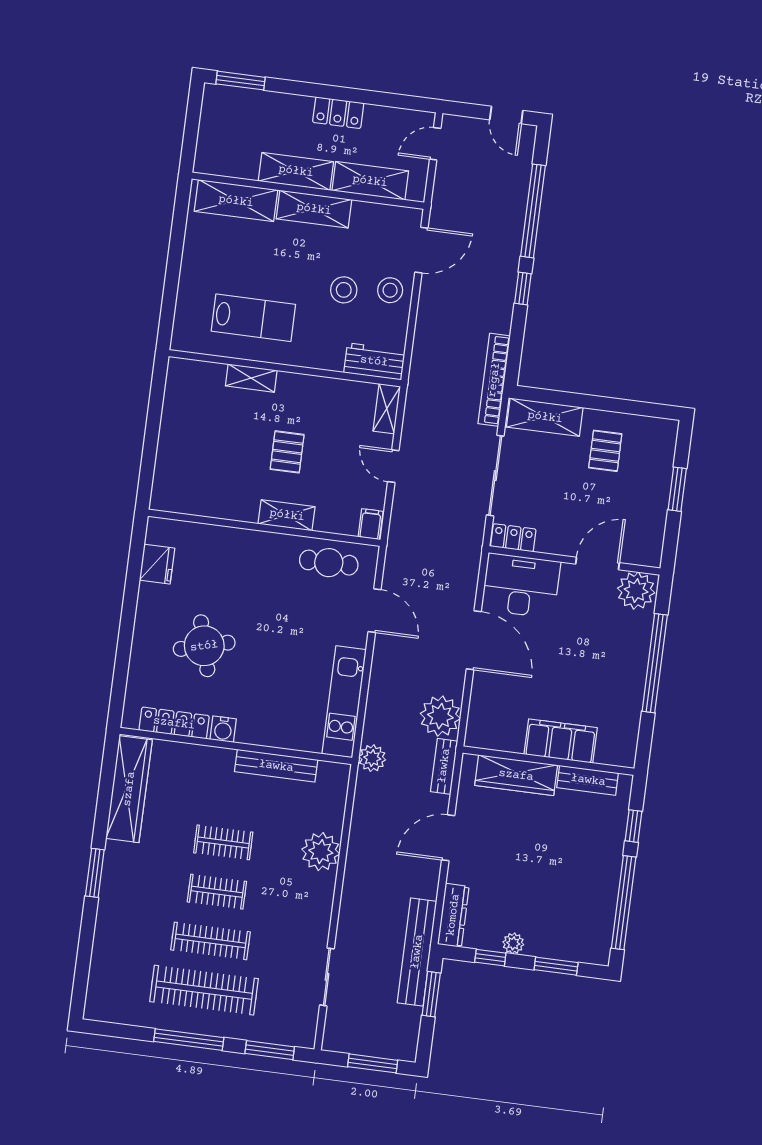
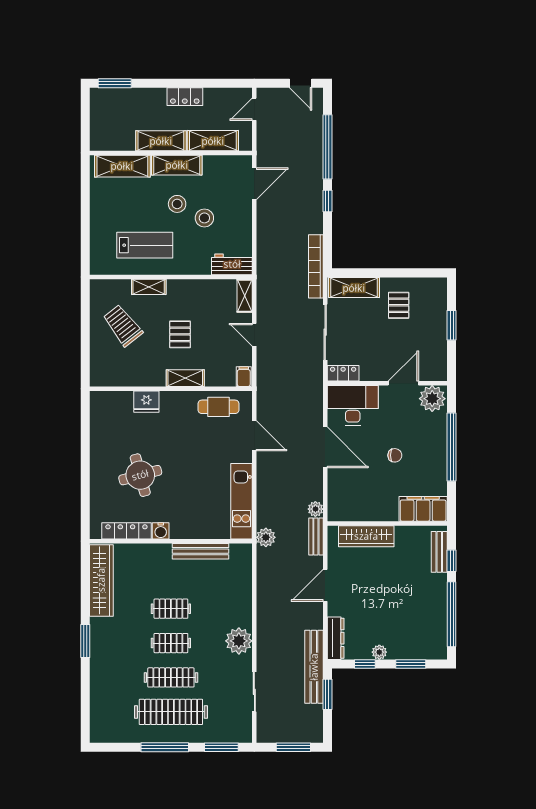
stool: (390, 290) -> (177, 204), moved
trolley: (207, 428) -> (123, 325), added
fridge: (157, 564) -> (146, 402), moved, turned 90
chair: (572, 665) -> (395, 455), added
plant: (440, 716) -> (315, 509), width x0.53, depth x0.53
filing cabinet: (561, 741) -> (423, 509), moved
bench: (588, 780) -> (439, 552), moved, turned 90
plant: (321, 852) -> (239, 641), moved

